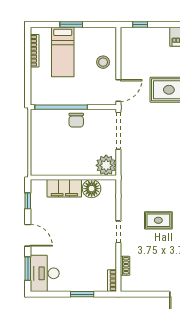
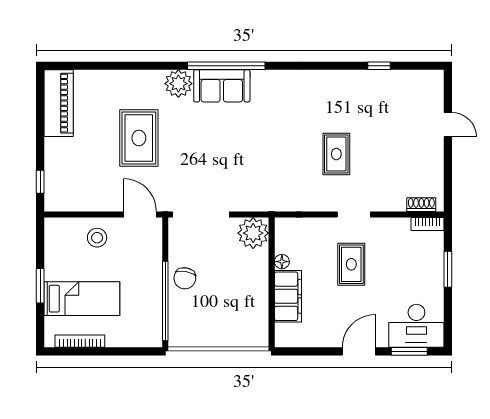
chair: (76, 120) -> (185, 278), turned 101
floor lamp: (92, 189) -> (282, 262), width x0.53, depth x0.53
window: (28, 201) -> (307, 351), removed
rug: (85, 230) -> (351, 264), added
shoe rack: (125, 266) -> (421, 205), moved

